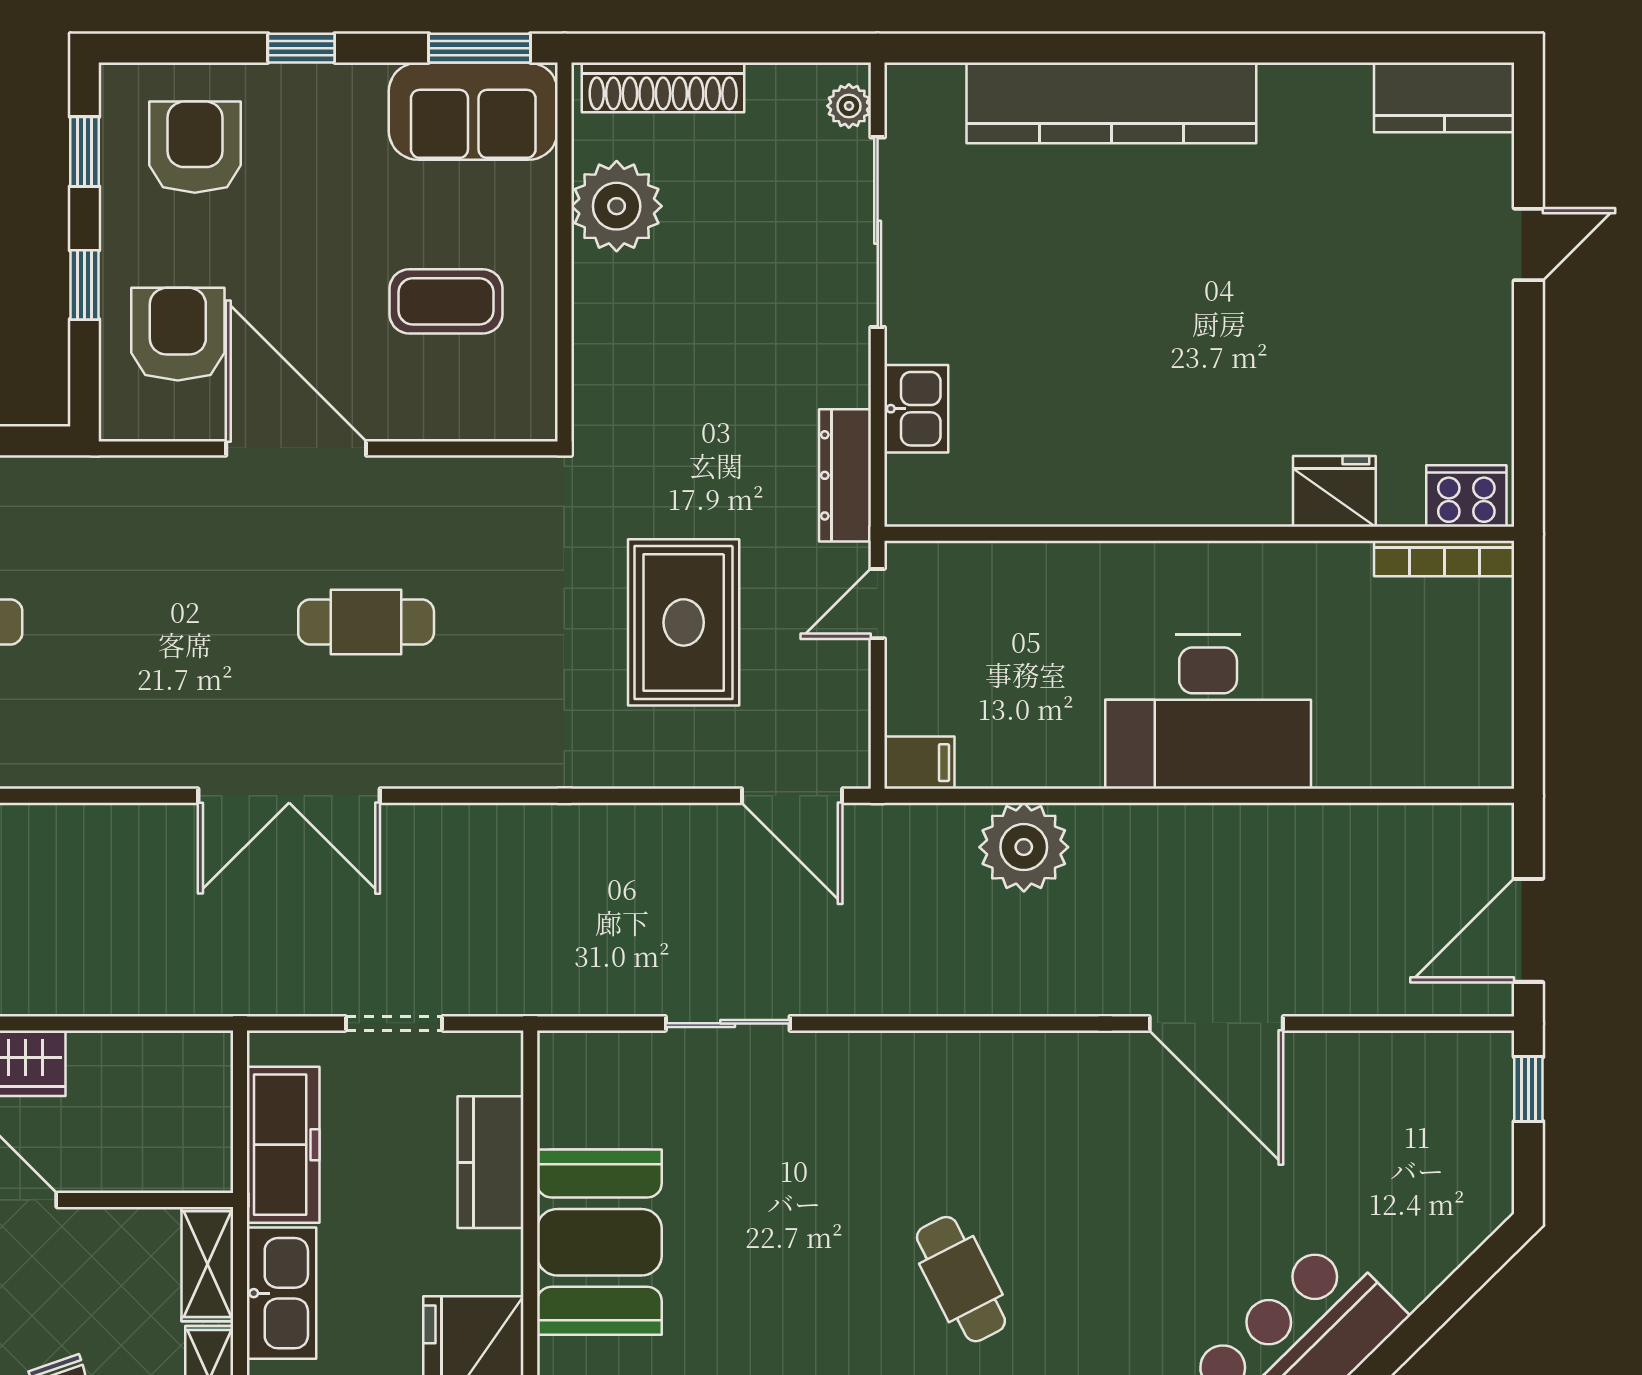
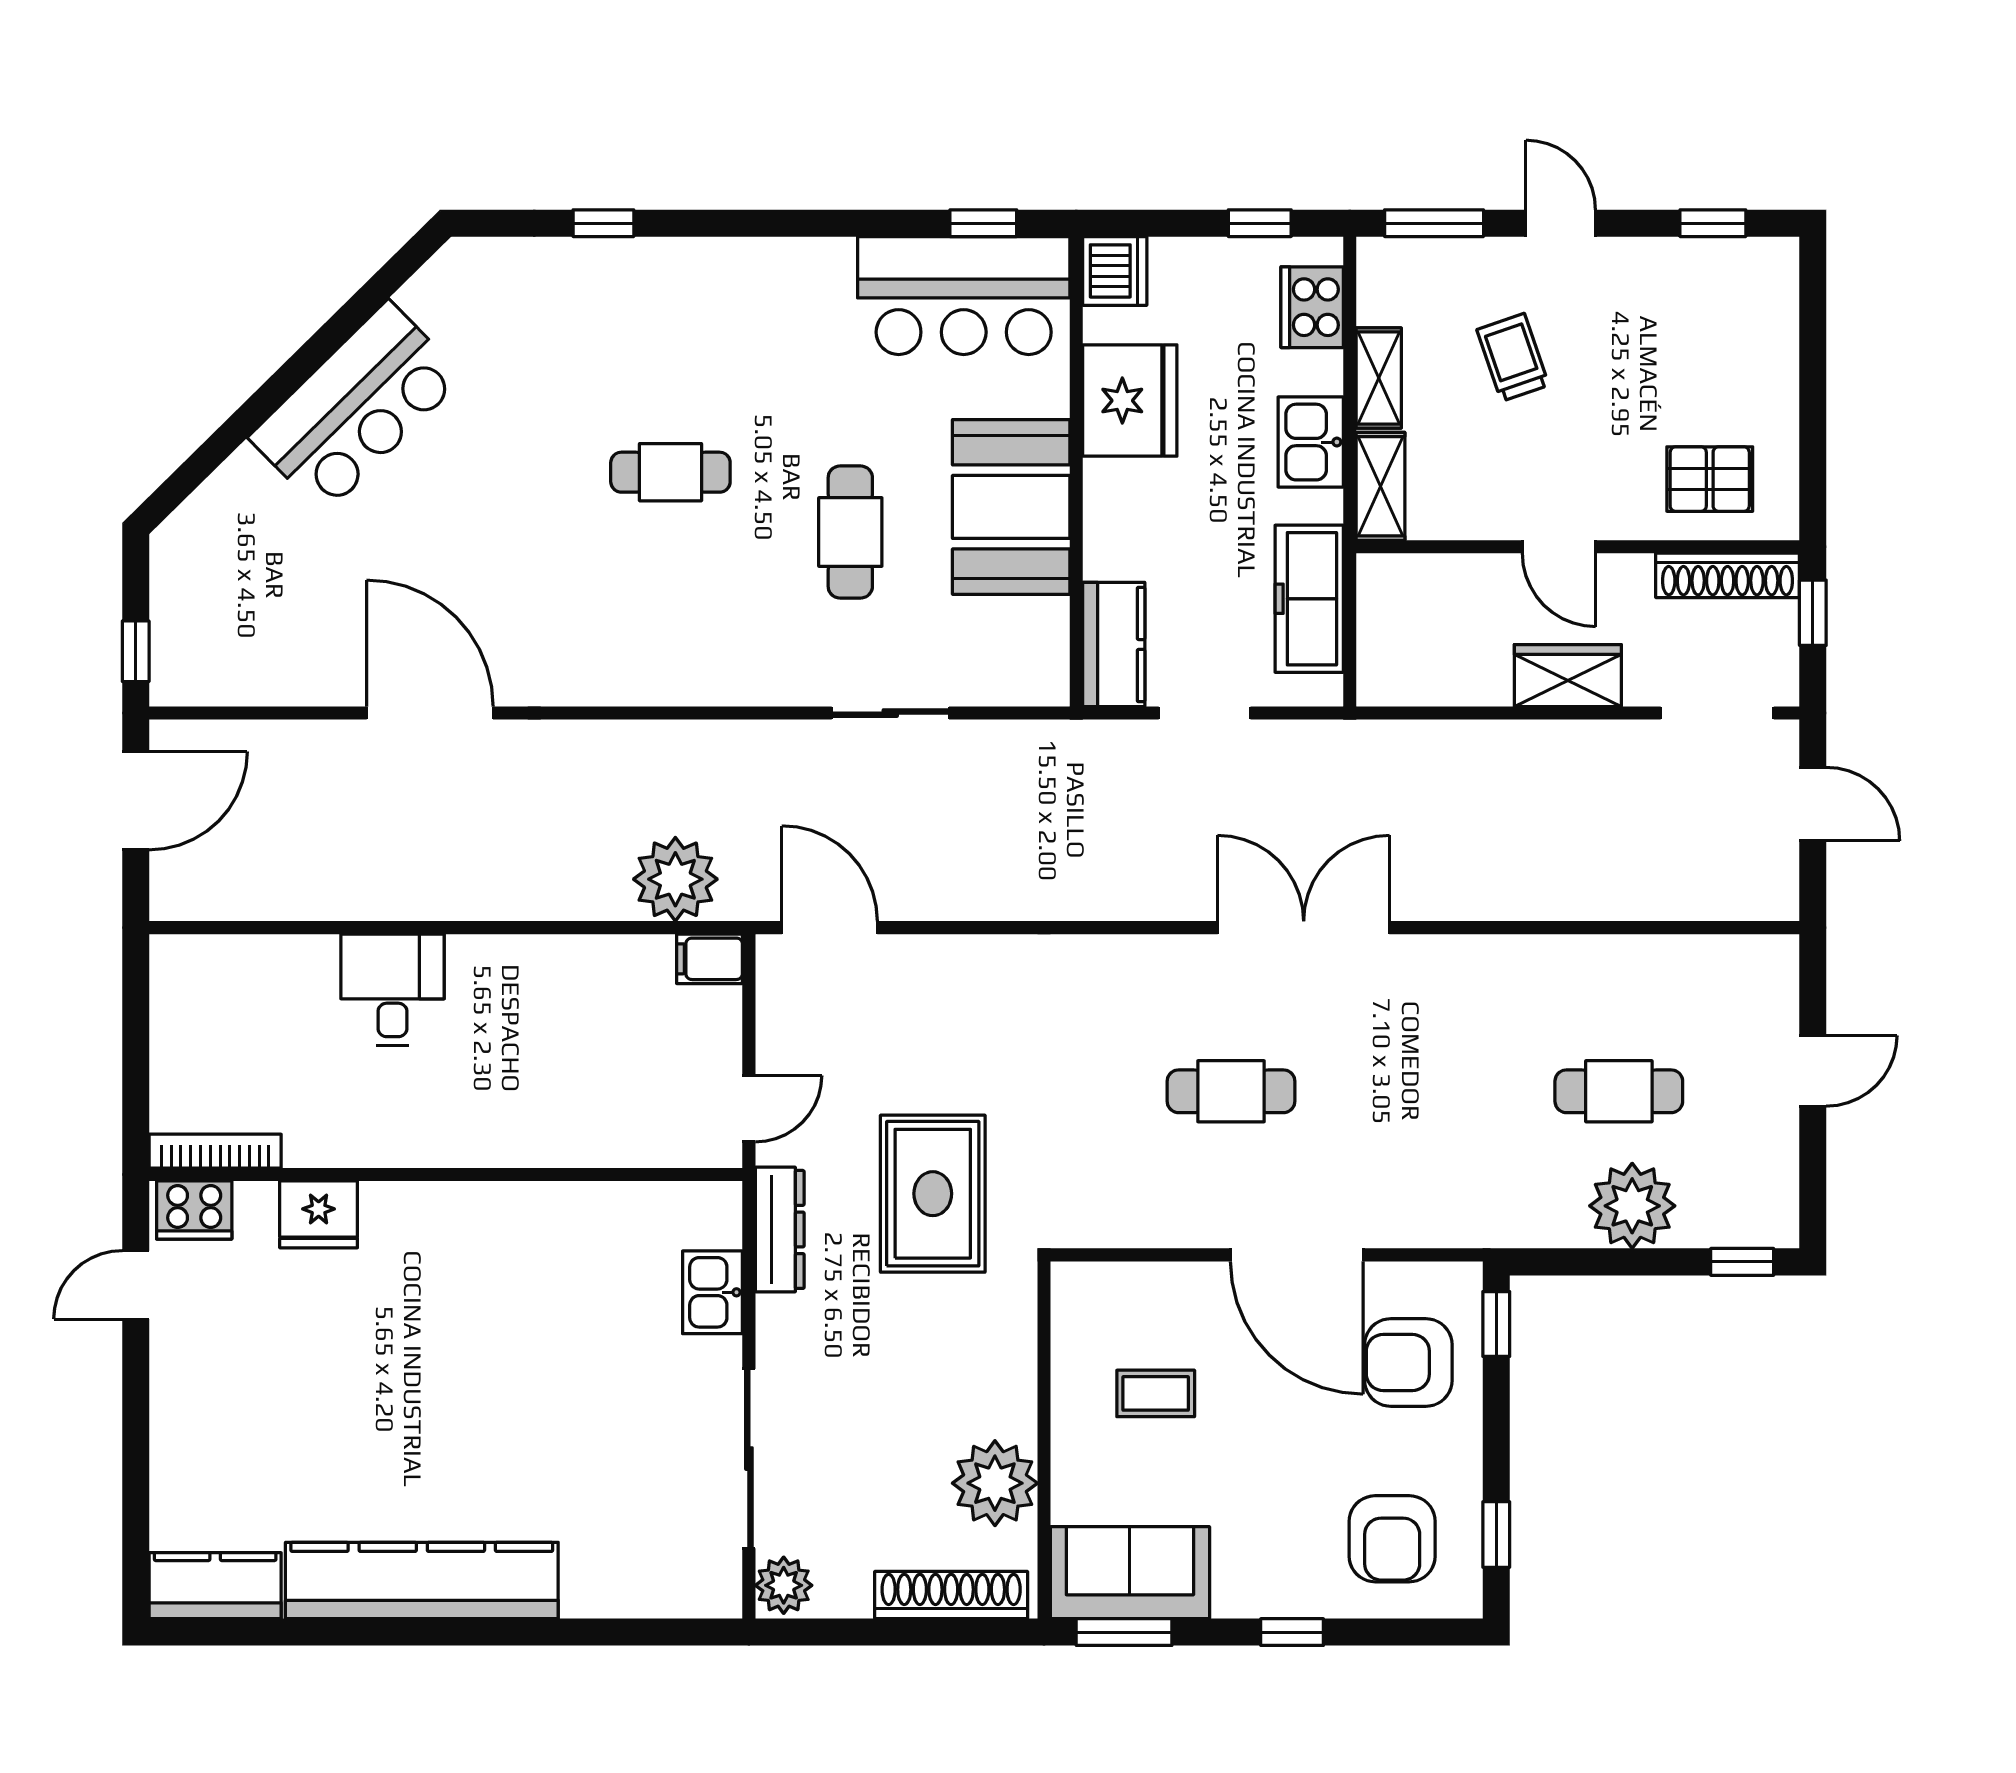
kitchen counter: (1111, 103) -> (422, 1581), moved
plant: (849, 106) -> (784, 1585), width x1.38, depth x1.38
door: (1528, 244) -> (136, 1285), moved
window: (84, 285) -> (1496, 1324), moved
coffee table: (446, 301) -> (1156, 1393), width x0.73, depth x0.77
armchair: (178, 334) -> (1408, 1362), turned 90
rug: (684, 622) -> (933, 1194), moved
desk: (1208, 712) -> (392, 990), width x0.53, depth x0.77
plant: (1024, 847) -> (675, 879), moved
kitchen counter: (491, 1162) -> (1114, 644), moved
cafe table: (770, 1216) -> (850, 532), added
cafe table: (961, 1279) -> (670, 472), turned -63
kitchen sink: (281, 1293) -> (1311, 442), width x0.73

